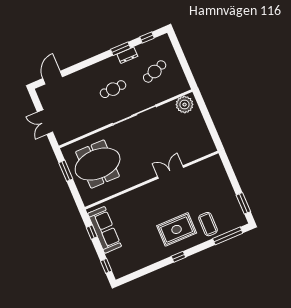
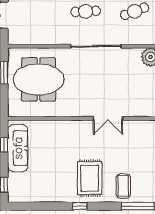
double door: (171, 172) -> (108, 118), swing flipped
rug: (177, 229) -> (90, 178), turned 90

